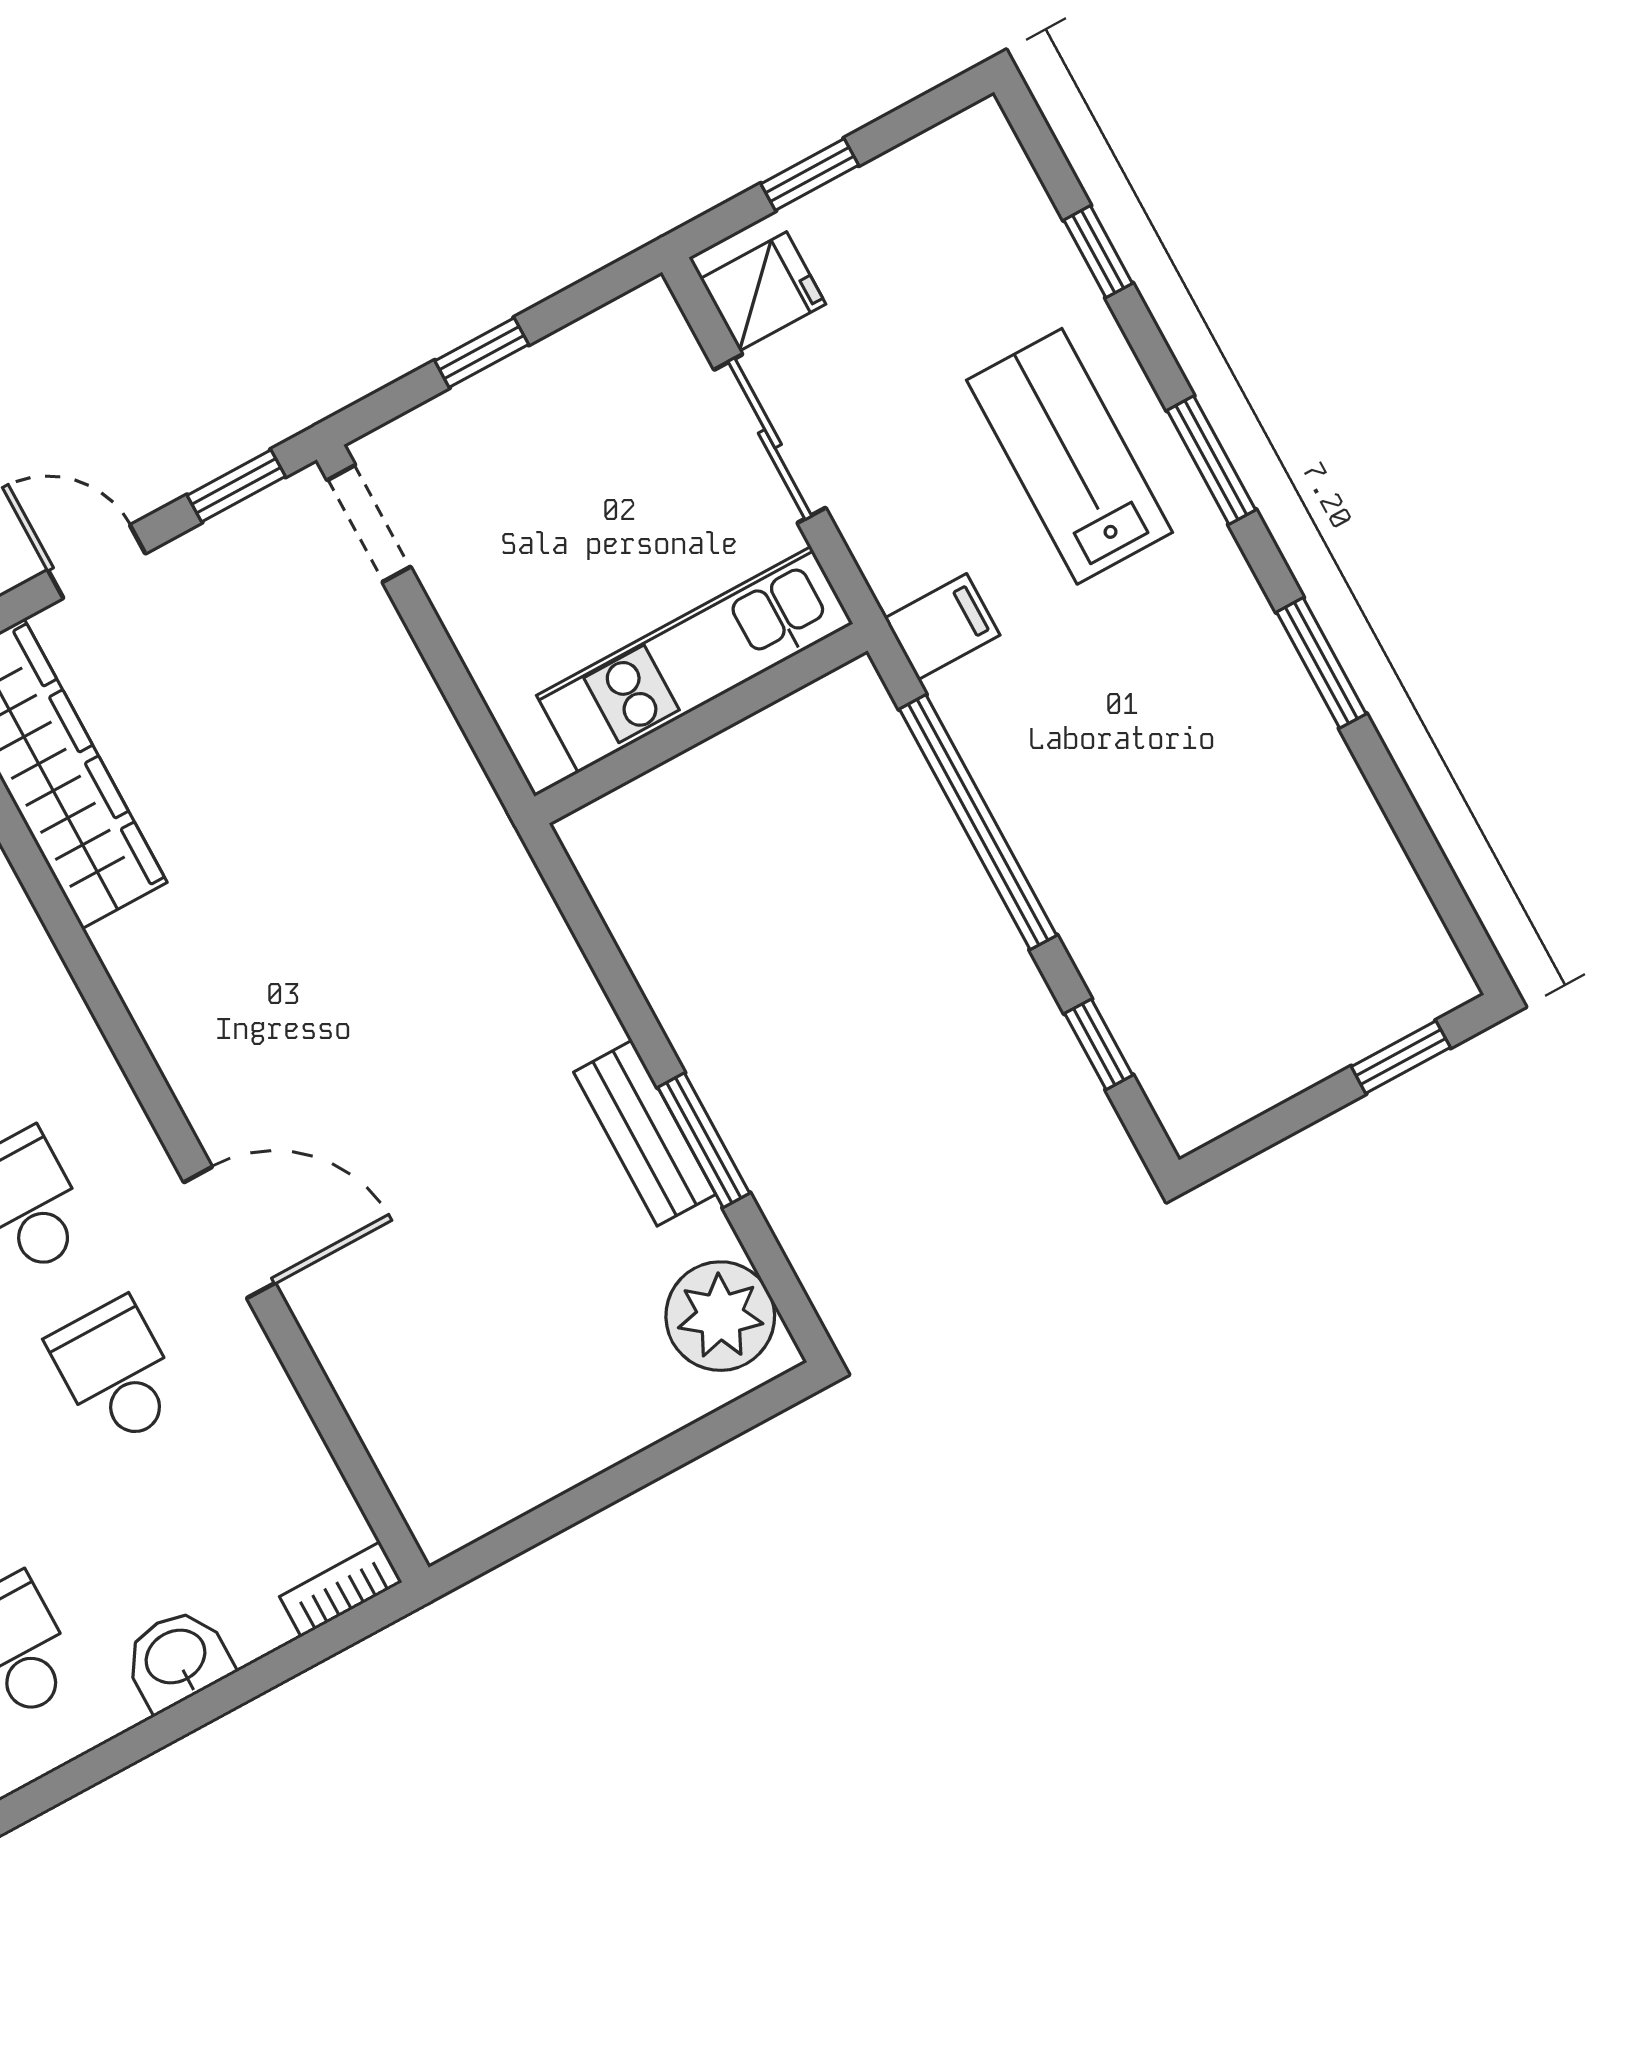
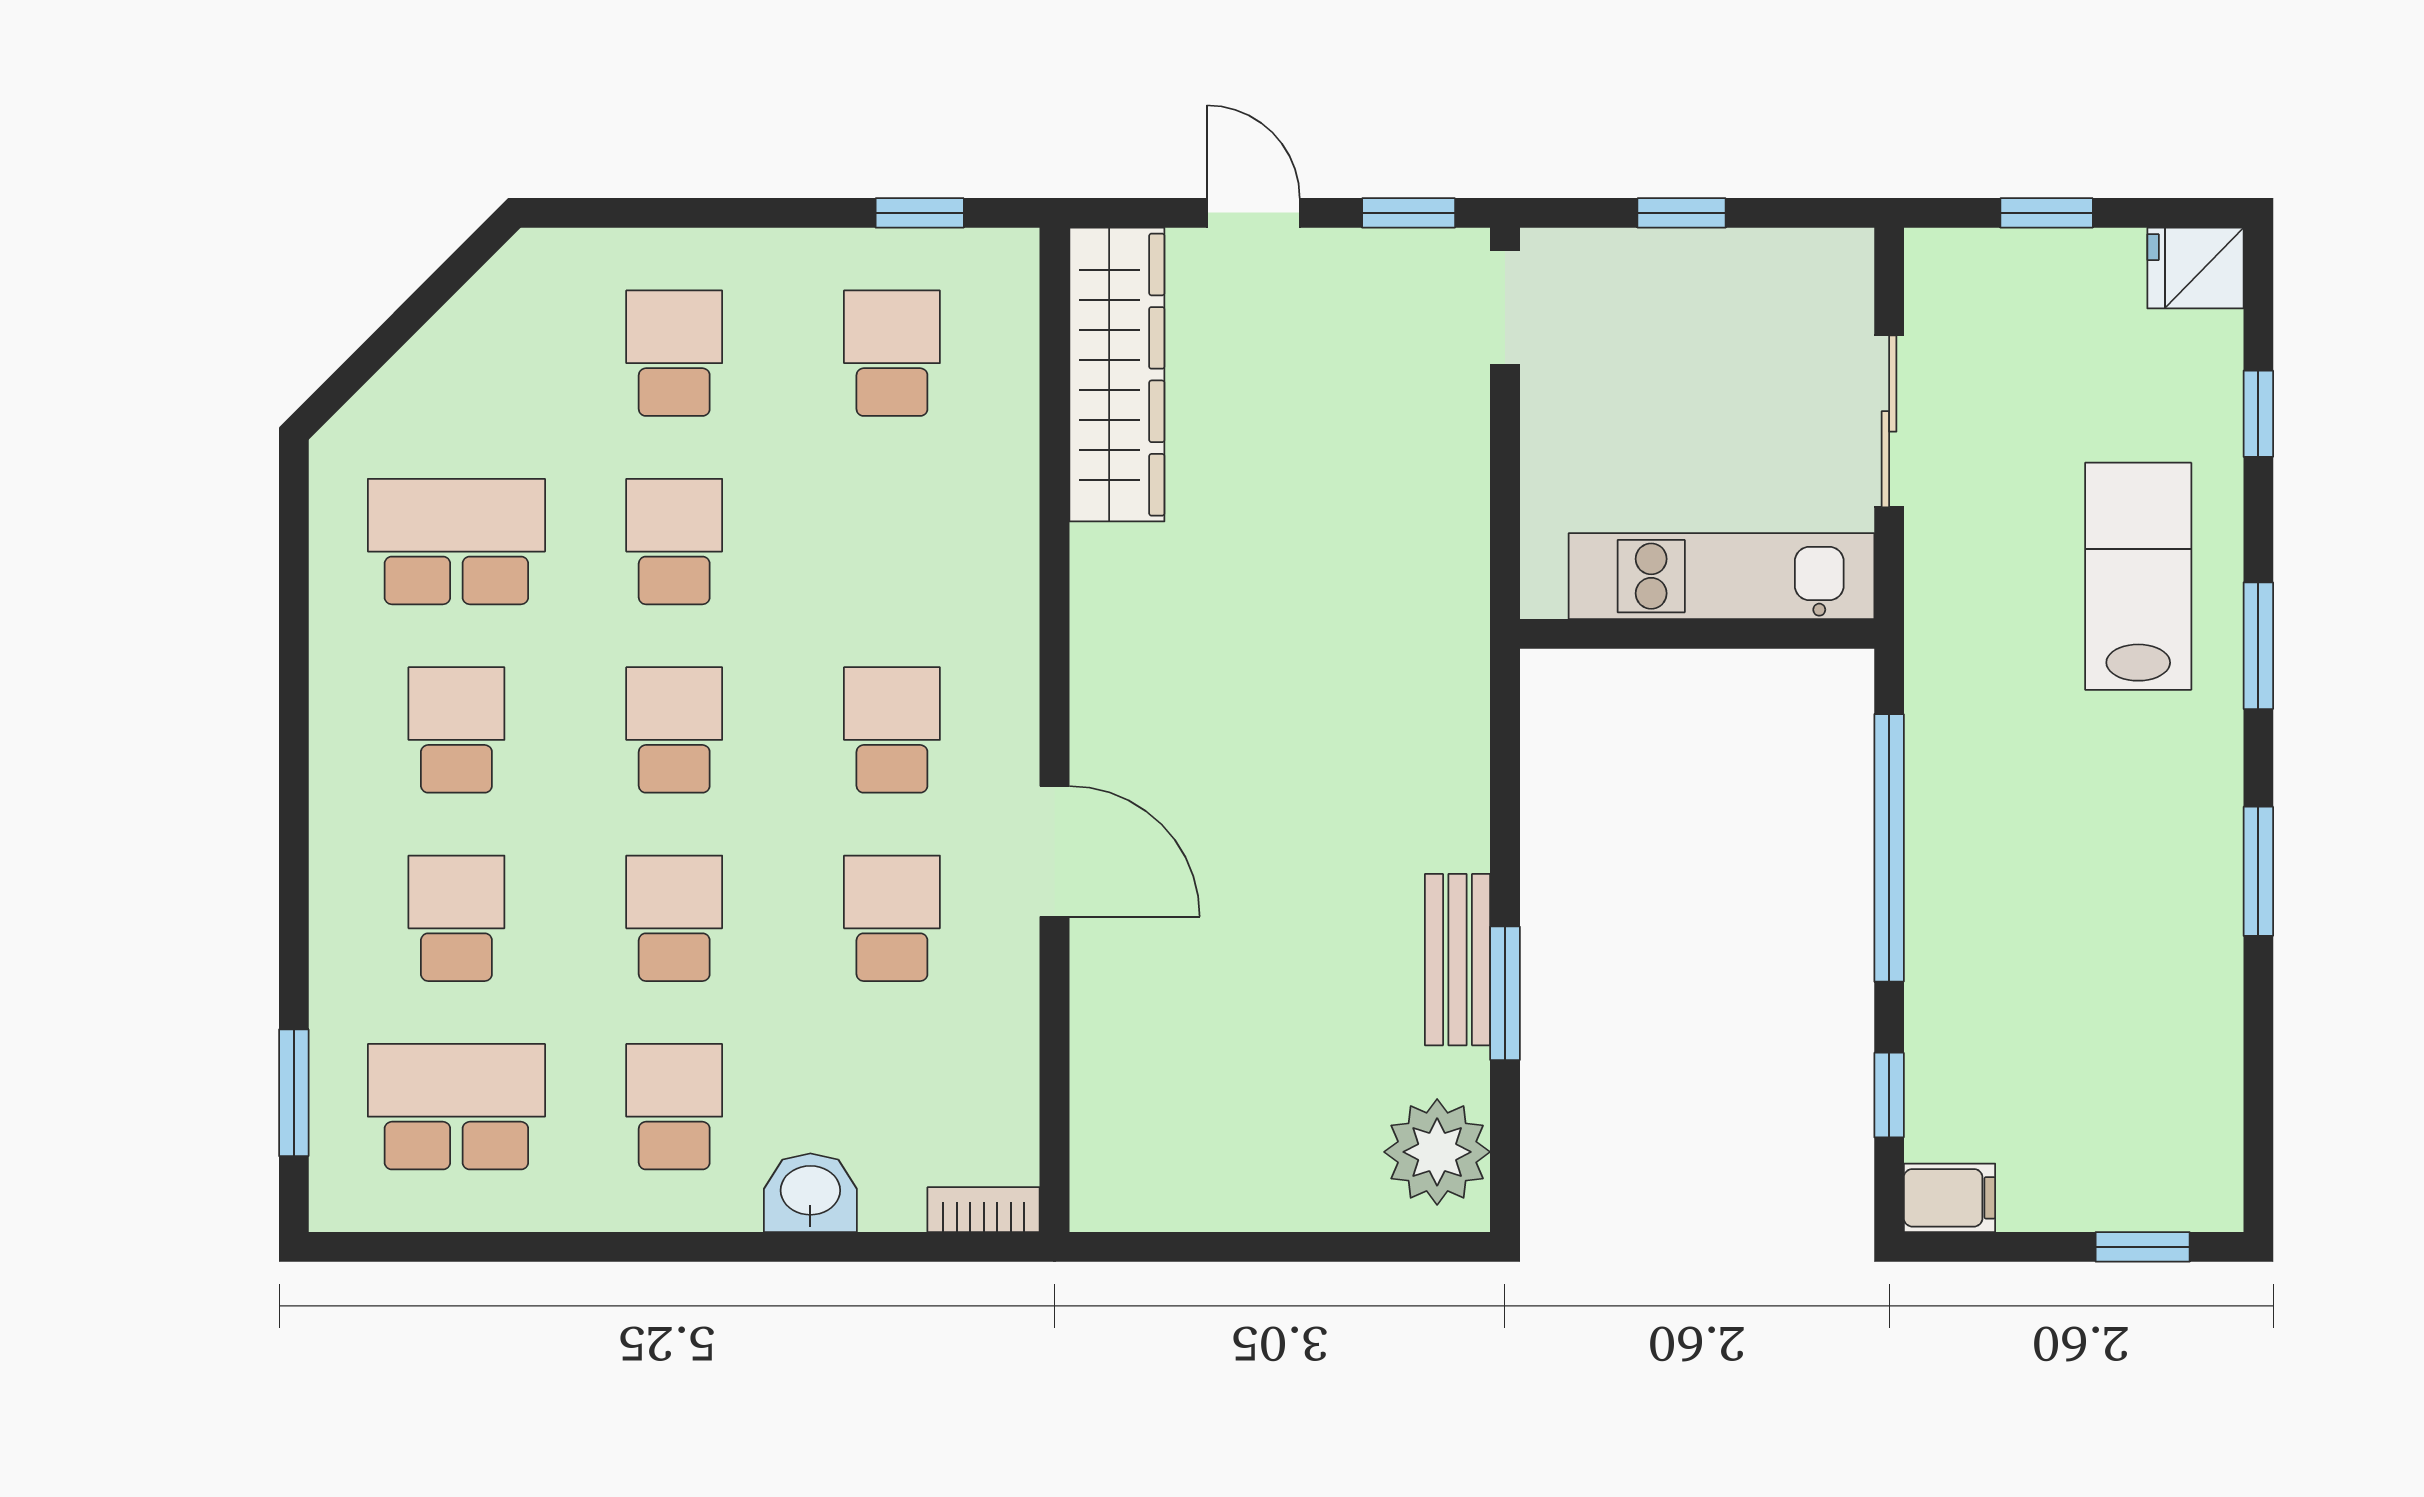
fridge: (763, 291) -> (2195, 268), moved, turned 180
filing cabinet: (942, 627) -> (1950, 1198), moved

